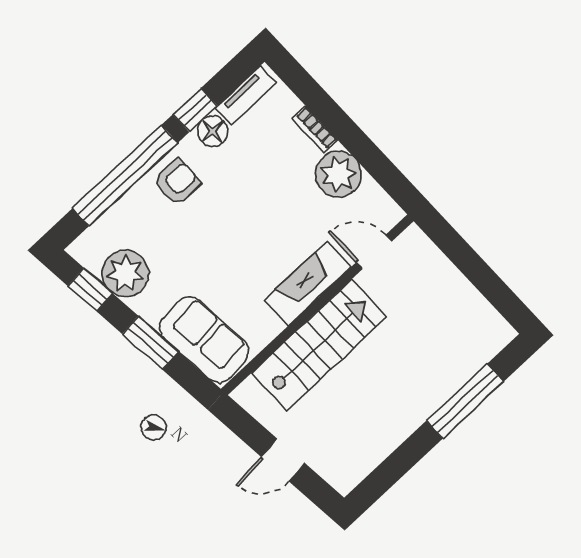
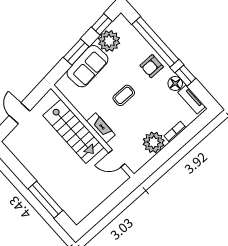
armchair: (177, 182) -> (152, 66), turned 90
coffee table: (240, 240) -> (124, 95), added
door: (374, 252) -> (117, 158), swing flipped
fireplace: (307, 284) -> (101, 128), width x0.73, depth x0.76
sofa: (204, 340) -> (87, 66), moved

